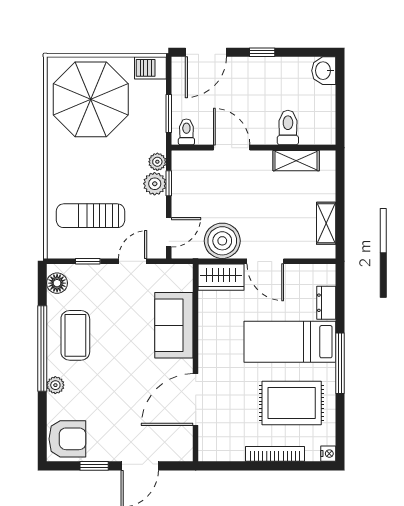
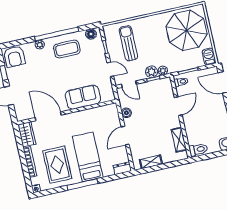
toilet: (288, 128) -> (198, 149), moved
boiler: (222, 241) -> (126, 113), width x0.54, depth x0.54
wardrobe: (221, 277) -> (27, 134), moved, turned 180
dresser: (326, 303) -> (122, 168), moved

